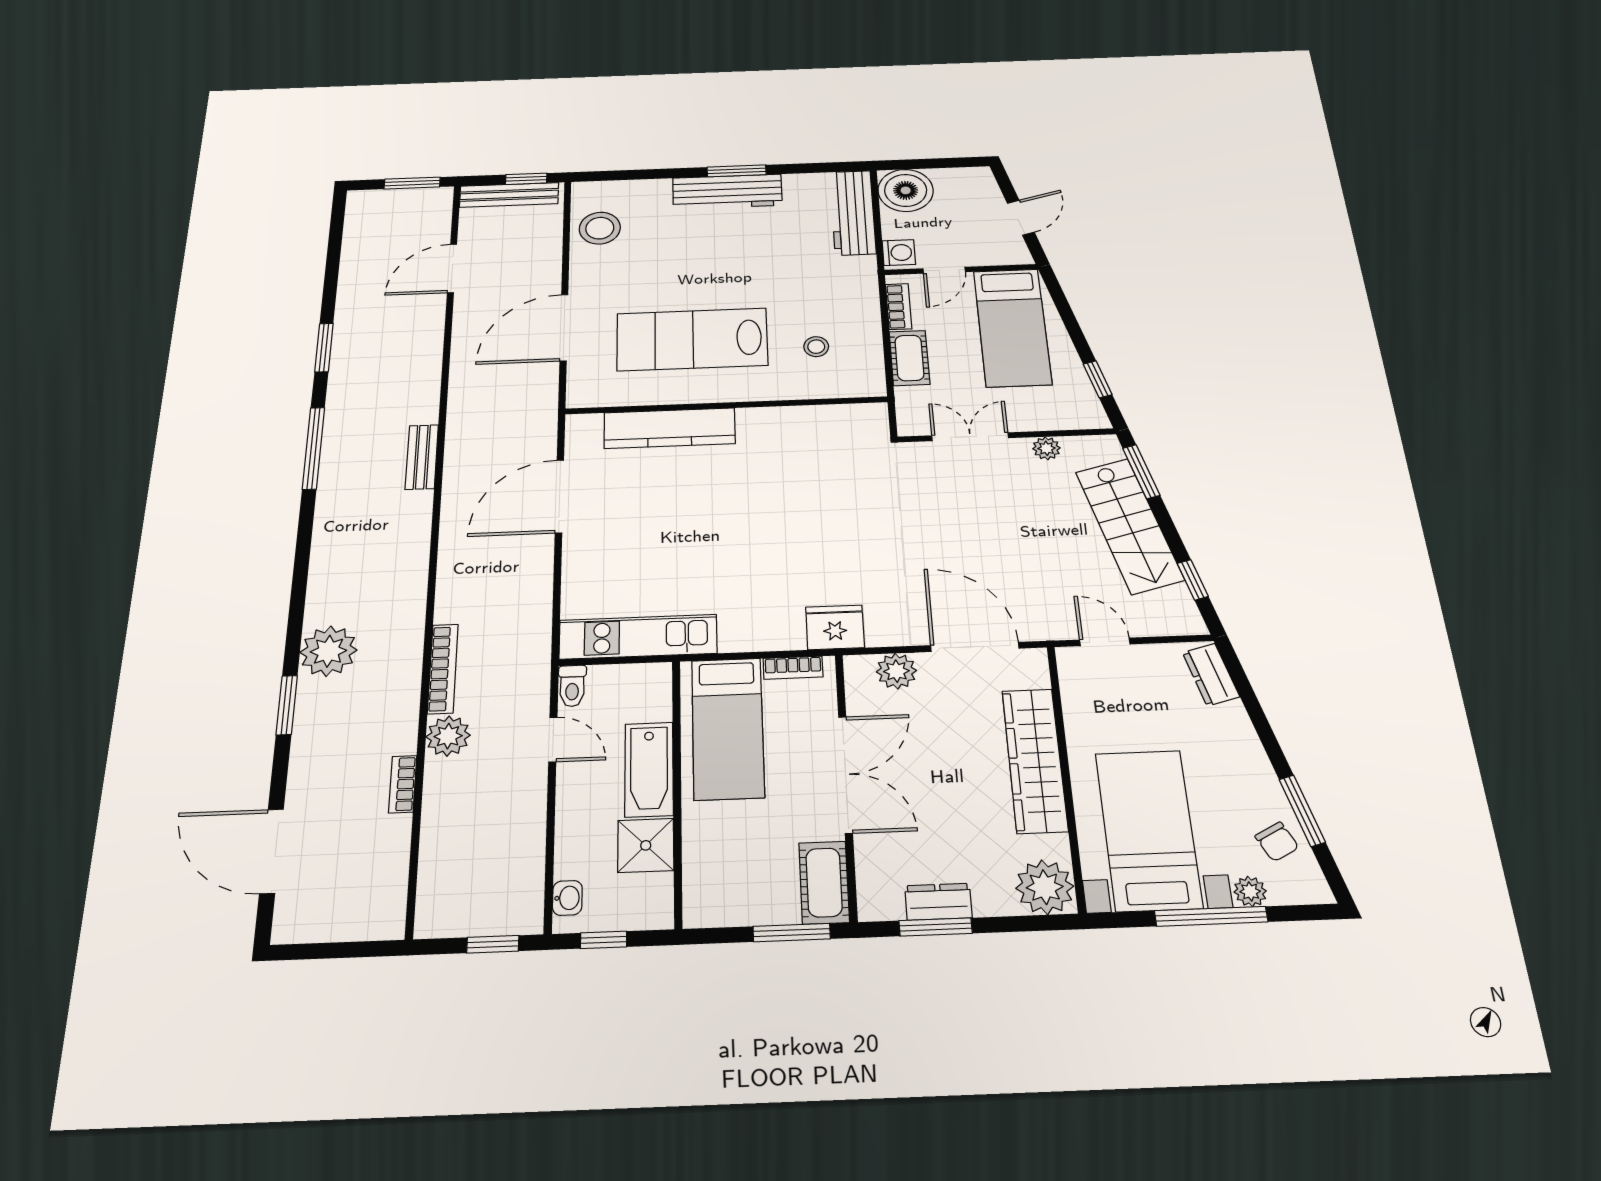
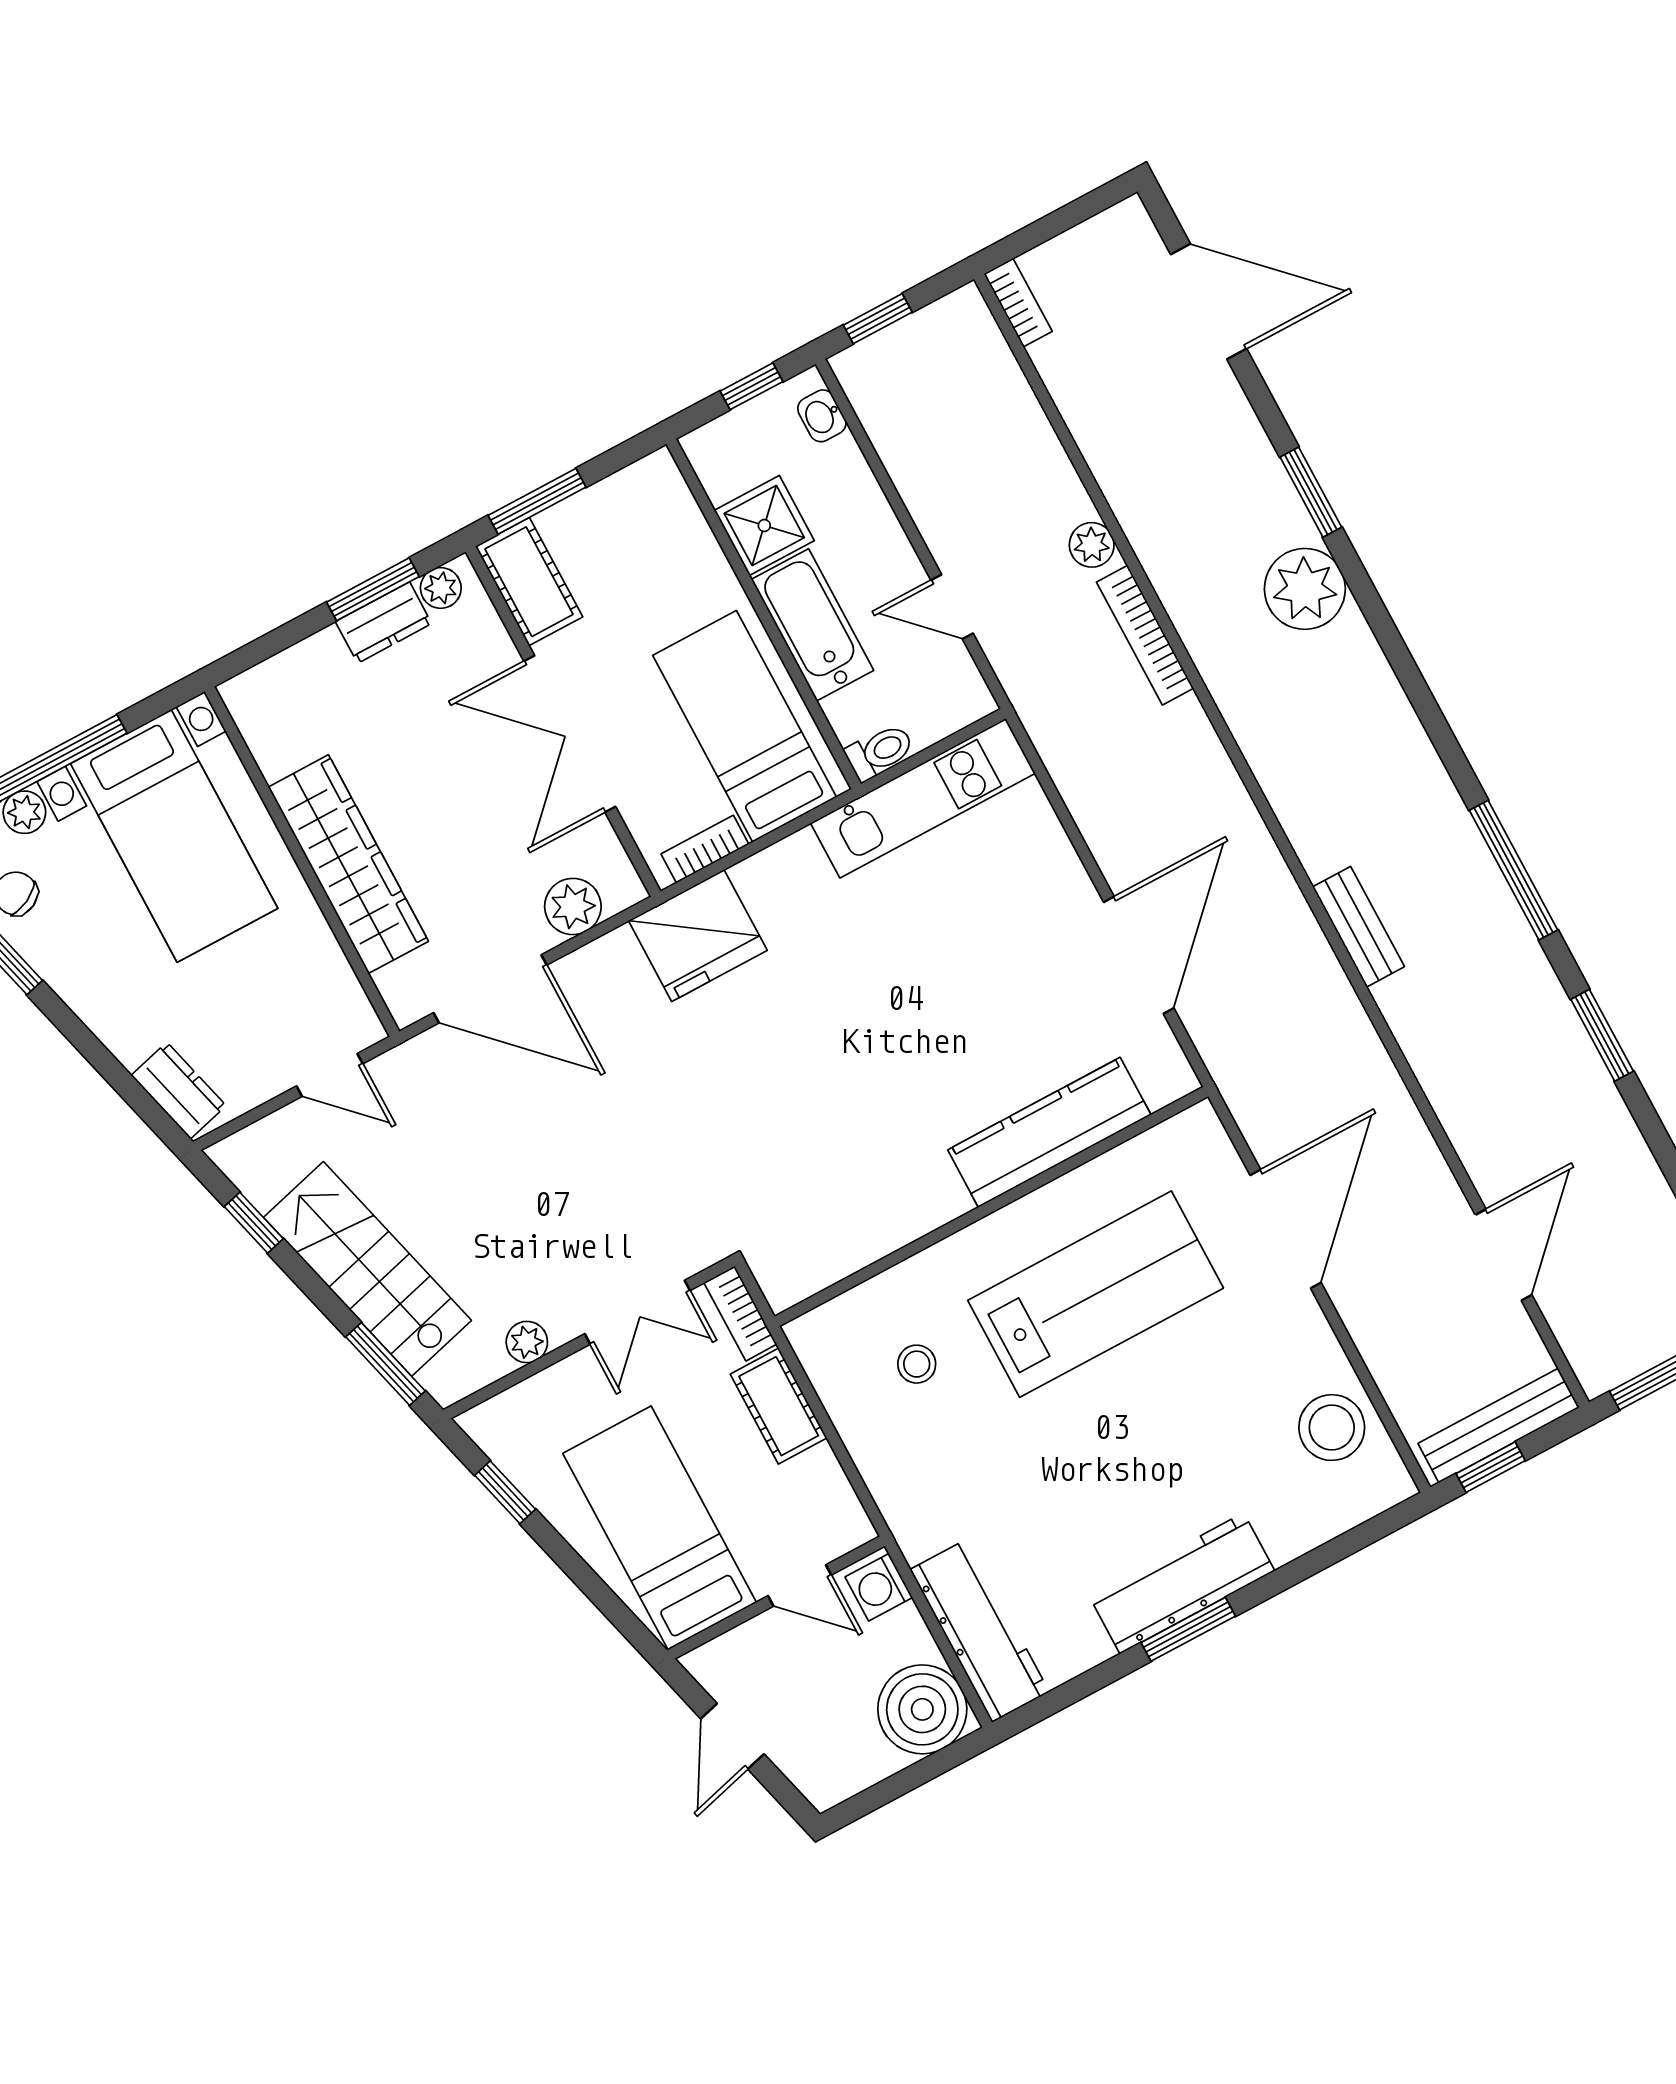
door: (944, 270) -> (800, 1585), swing flipped
bookcase: (899, 307) -> (740, 1314), moved
fridge: (835, 627) -> (698, 936), width x1.36, depth x1.34
toilet: (572, 686) -> (880, 752), moved, turned 90
plant: (448, 736) -> (1092, 545), width x0.73, depth x0.73
bookcase: (403, 784) -> (1018, 303), moved
plant: (1045, 887) -> (441, 588), moved, width x0.53, depth x0.53

